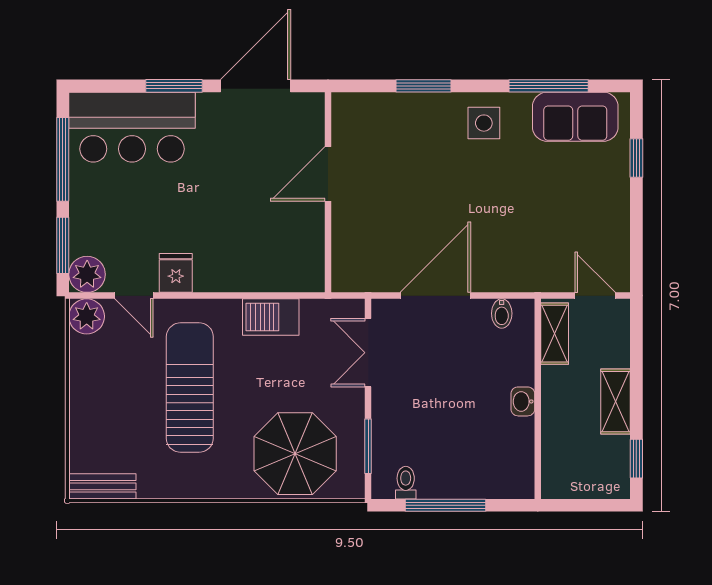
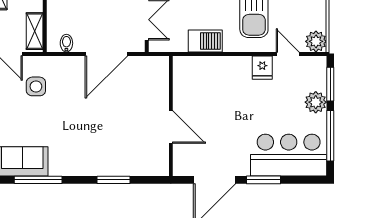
side table: (484, 123) -> (36, 86), moved
door: (328, 174) -> (171, 127), hinge flipped
plant: (87, 274) -> (316, 102), moved

